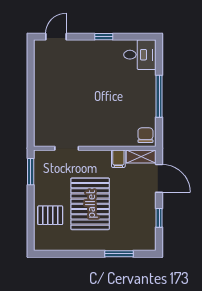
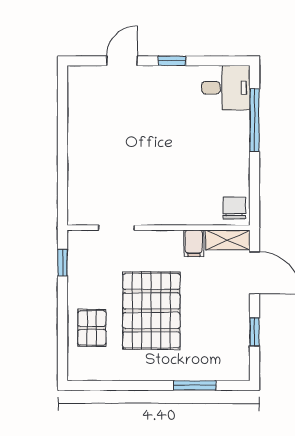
door: (56, 37) -> (122, 61), moved
window: (159, 96) -> (255, 120), moved
window: (31, 172) -> (63, 263), width x0.67
pallet: (50, 215) -> (92, 328), turned 90

